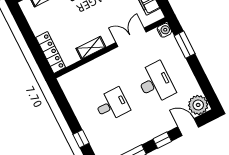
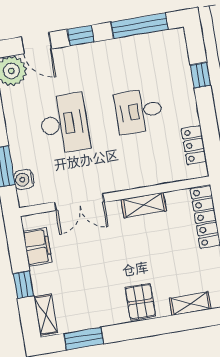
water cooler: (164, 30) -> (24, 179), moved
desk: (156, 83) -> (64, 124), turned 180
locker: (72, 94) -> (194, 145), added

